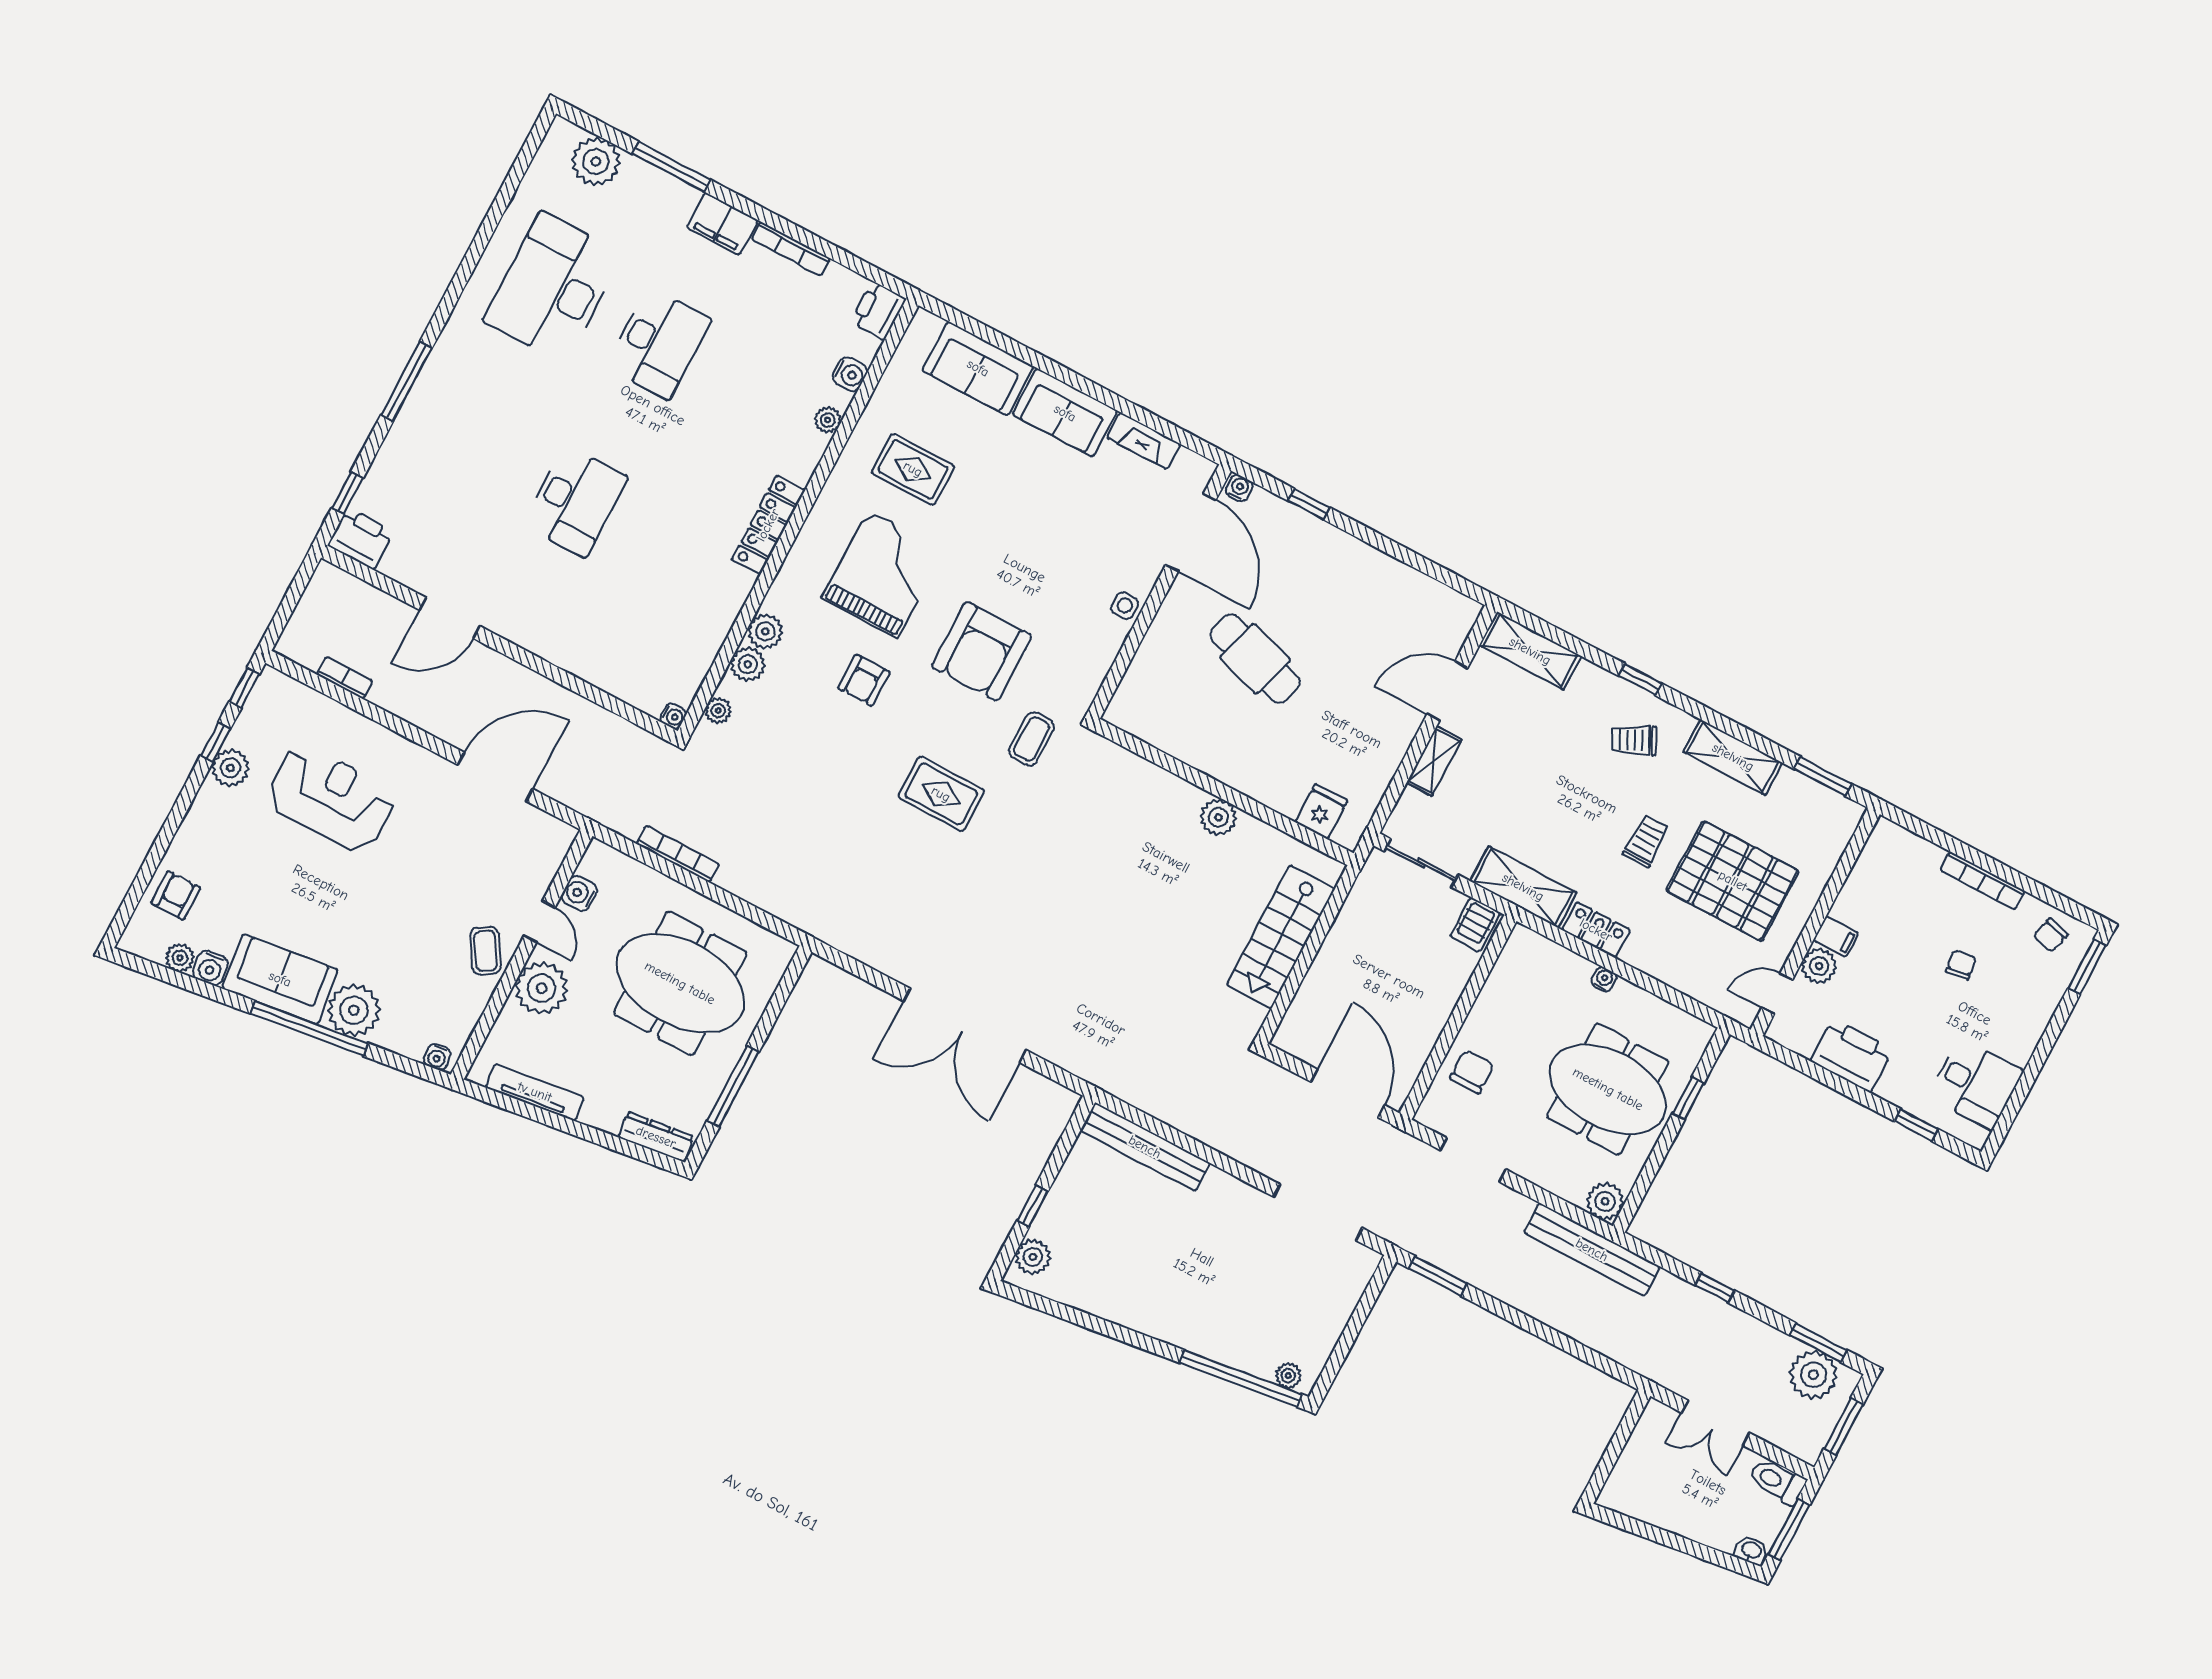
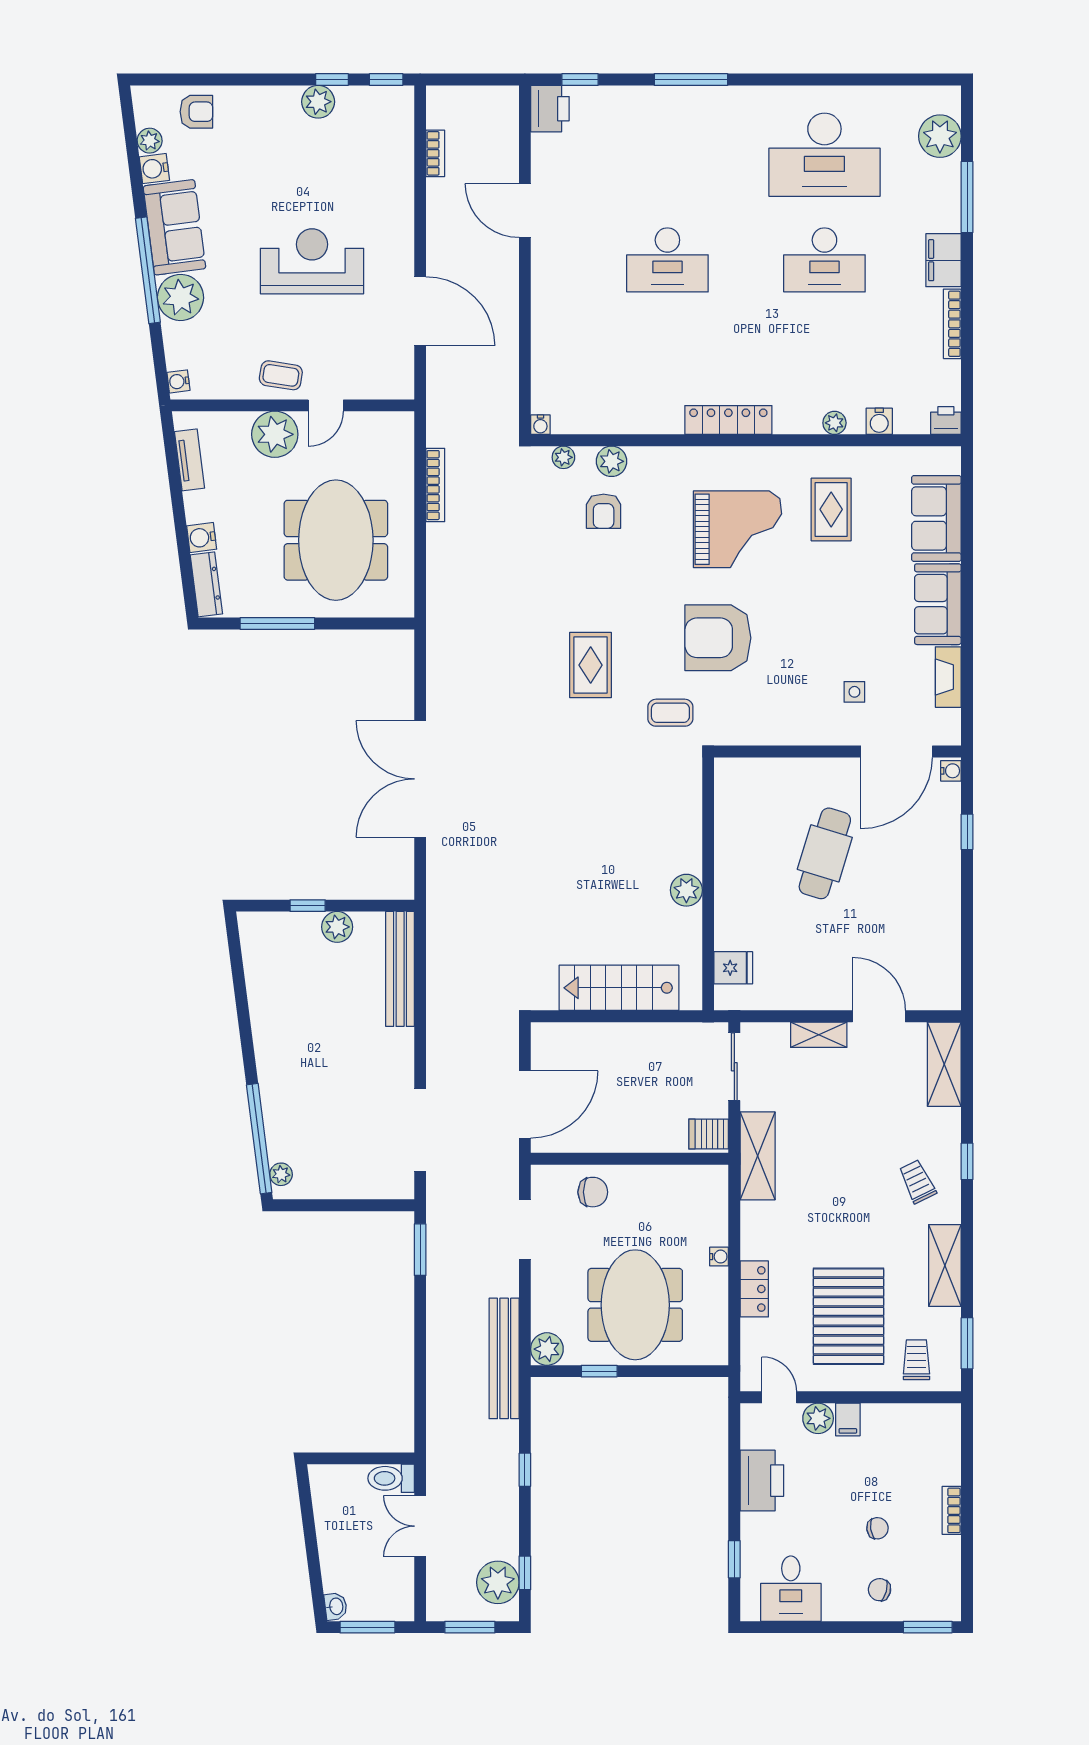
desk: (553, 287) -> (824, 155), turned 180
printer: (878, 311) -> (946, 420), width x0.73, depth x0.81
side table: (1125, 606) -> (854, 692), moved
plant: (765, 631) -> (644, 461), removed
armchair: (864, 680) -> (604, 511), moved, turned -90
reception desk: (331, 798) -> (312, 261), moved, turned -90
trolley: (1646, 841) -> (916, 1360), moved, turned -90
bookcase: (1983, 881) -> (952, 1510), width x0.64
water cooler: (579, 893) -> (202, 538), moved, turned -97
locker: (1596, 930) -> (754, 1289), moved
chair: (2051, 935) -> (879, 1590), moved
coffee table: (486, 951) -> (281, 375), turned 41
tv unit: (535, 1092) -> (190, 460), width x0.71
window: (1688, 1098) -> (599, 1371), moved
plant: (1033, 1257) -> (337, 927), moved
window: (1818, 1343) -> (525, 1573), width x0.67
toilet: (1777, 1481) -> (391, 1478), moved, turned -90

